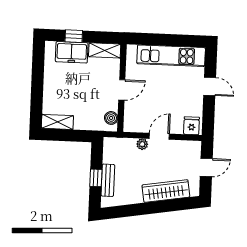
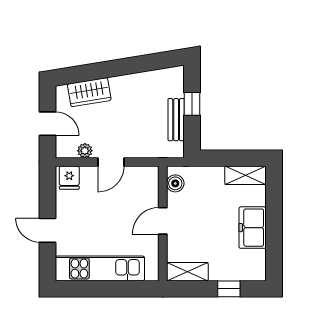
freezer: (72, 52) -> (253, 228), moved, turned -90
plant: (142, 144) -> (85, 151), moved
door: (206, 167) -> (48, 124), swing flipped
bench: (108, 180) -> (176, 120), moved
wardrobe: (166, 191) -> (89, 92), width x0.67

